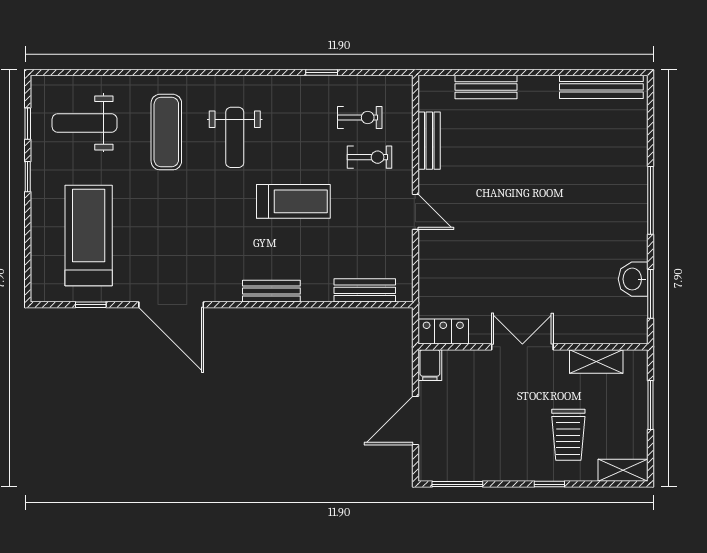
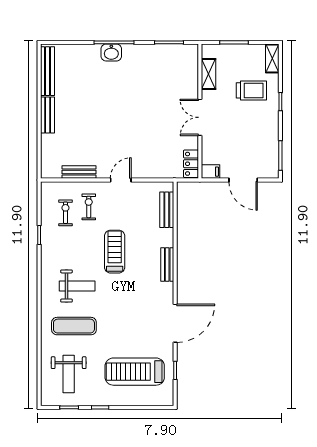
bench: (486, 87) -> (48, 115), moved
washbasin: (633, 279) -> (111, 52), moved

